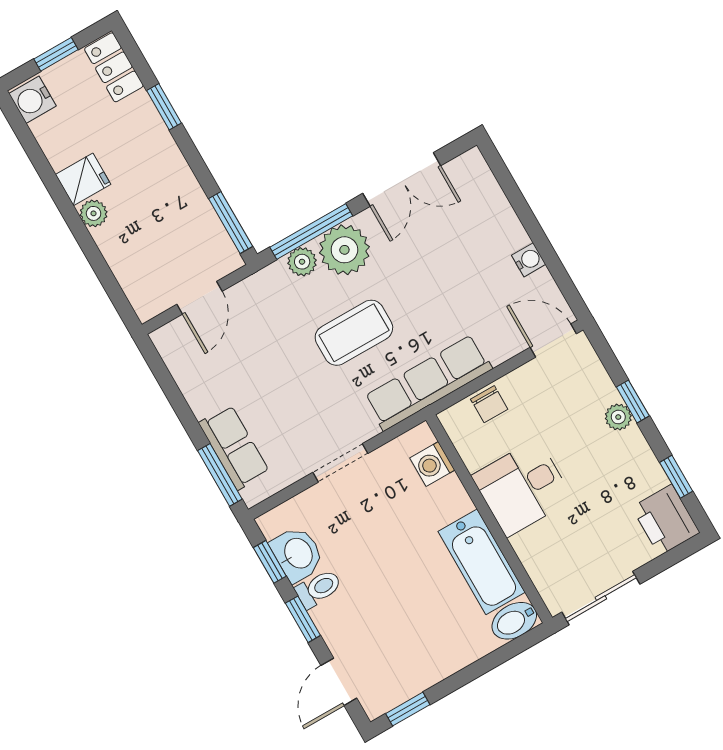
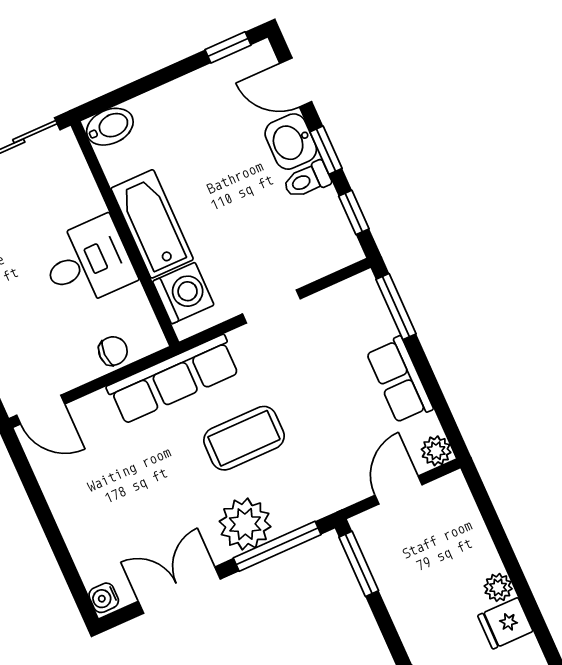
water cooler: (529, 260) -> (104, 598), moved
plant: (302, 262) -> (436, 451), moved
chair: (489, 404) -> (113, 351), turned 90
row of seats: (234, 447) -> (400, 380), moved
washing machine: (432, 464) -> (183, 293), width x1.38, depth x1.38
washbasin: (297, 554) -> (291, 142), moved
bathtub: (482, 562) -> (152, 224), moved
door: (339, 682) -> (296, 82), swing flipped

